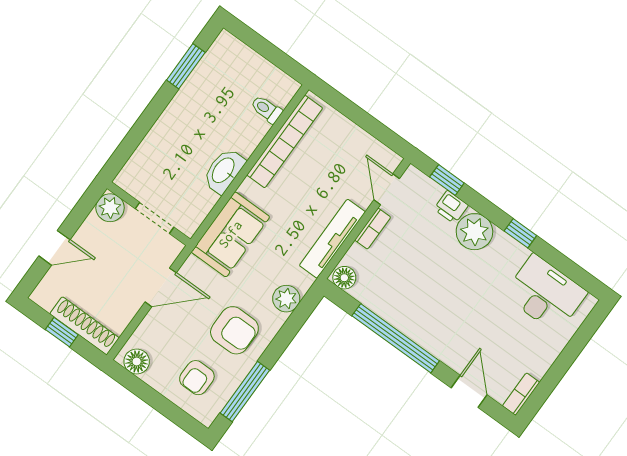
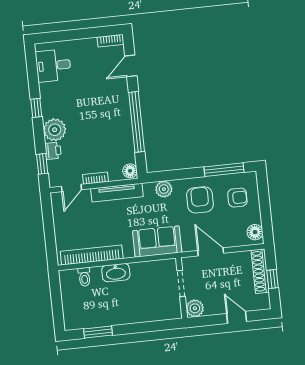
washbasin: (224, 171) -> (116, 273), moved
desk: (545, 294) -> (53, 65), width x0.73

